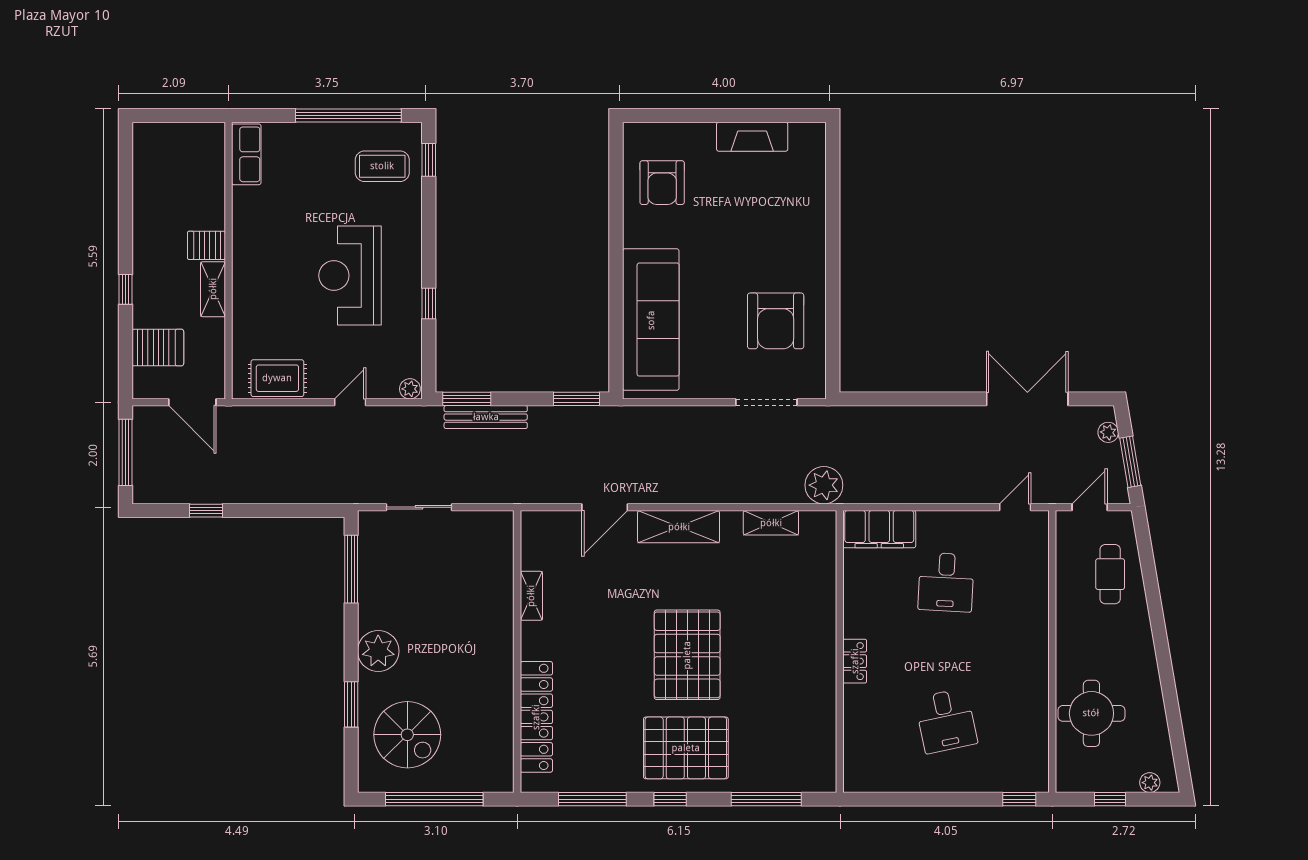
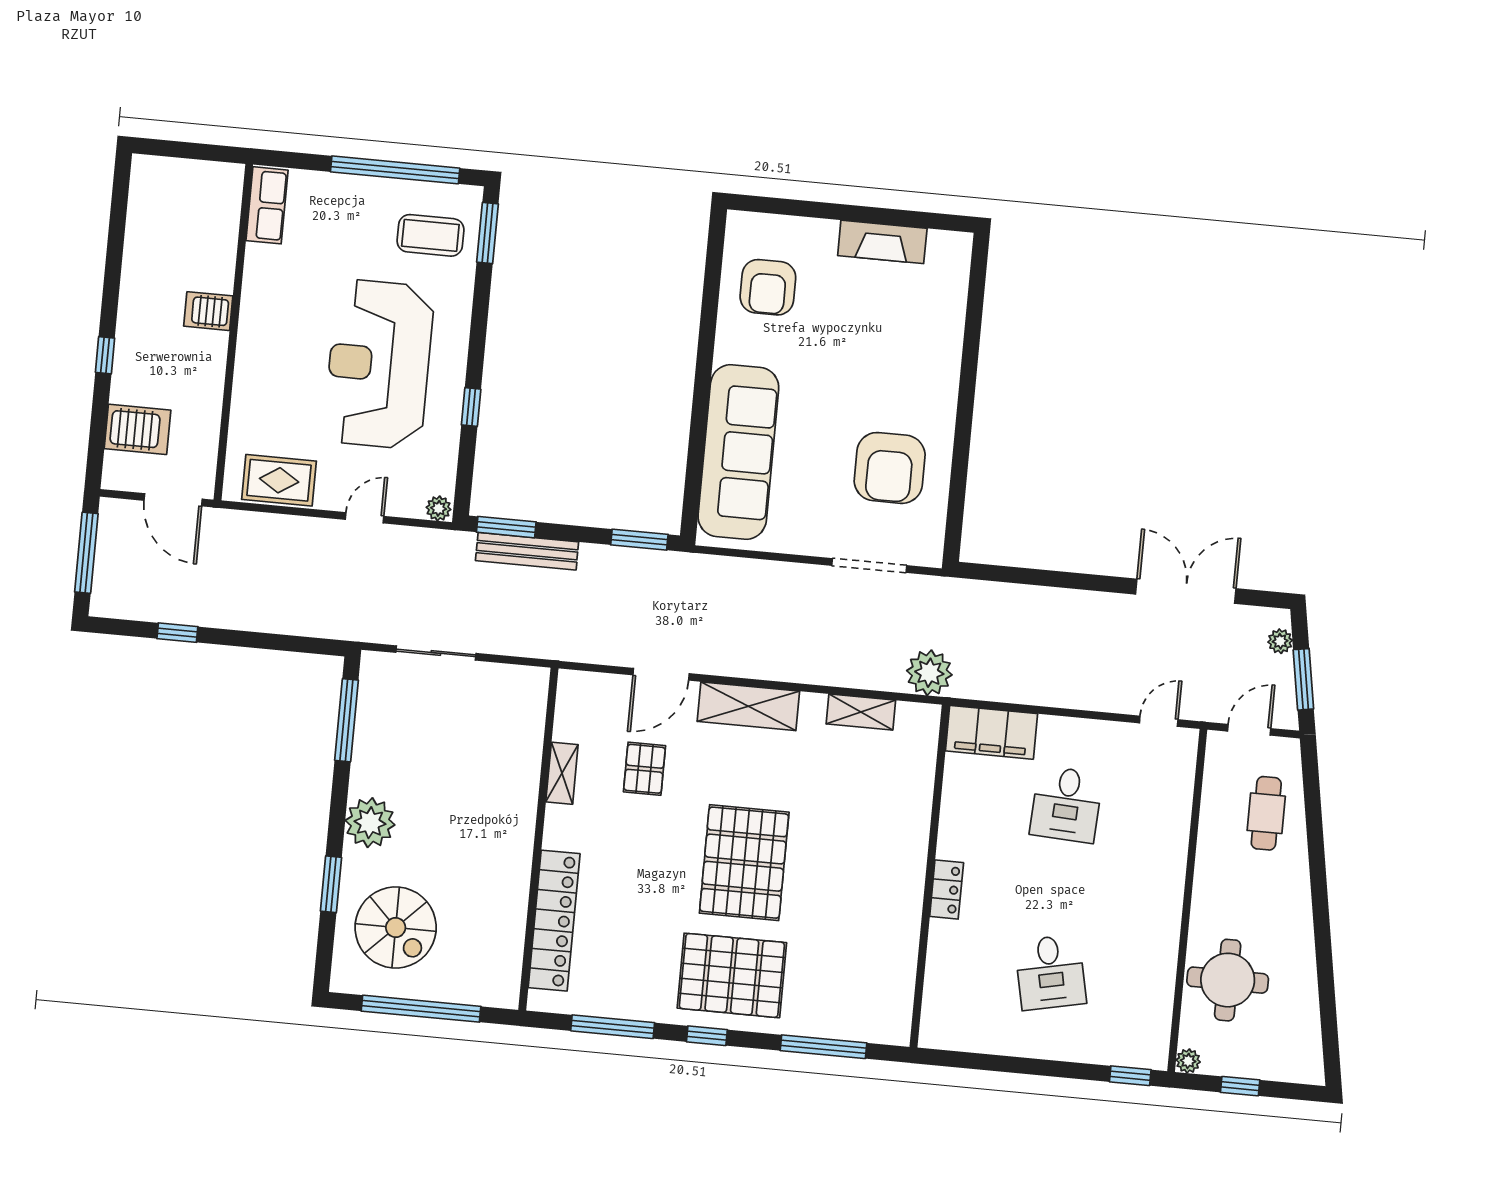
window: (429, 160) -> (488, 233), width x1.50
reception desk: (350, 275) -> (379, 364), width x1.36, depth x1.30
shelving: (213, 289) -> (211, 365), removed
pallet: (598, 586) -> (644, 769), added
plant: (1150, 783) -> (1188, 1061), moved

